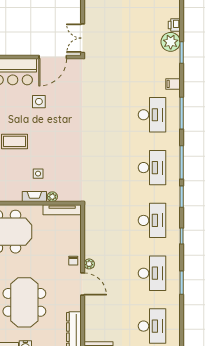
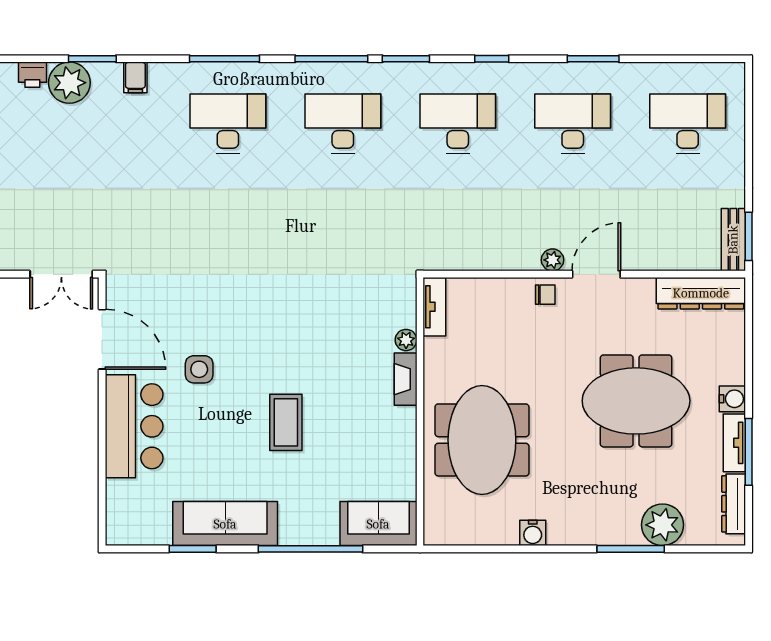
filing cabinet: (173, 84) -> (135, 77), moved
side table: (38, 174) -> (356, 371), removed
tv unit: (62, 210) -> (434, 307), width x0.71

